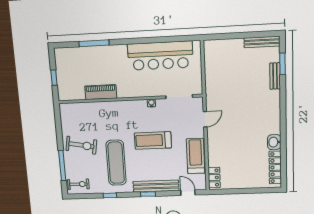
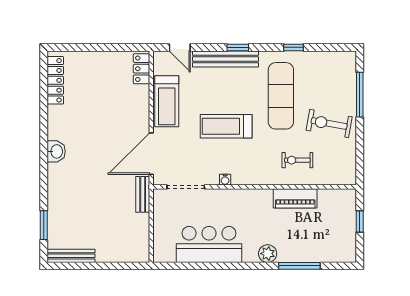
plant: (117, 51) -> (268, 254), added
bar counter: (160, 56) -> (209, 244), width x0.73
bench: (275, 76) -> (143, 194), moved
door: (205, 119) -> (151, 154), width x1.88
treadmill: (153, 140) -> (226, 126), turned 180
washbasin: (274, 142) -> (56, 151), moved
exercise bike: (78, 184) -> (297, 160), moved

